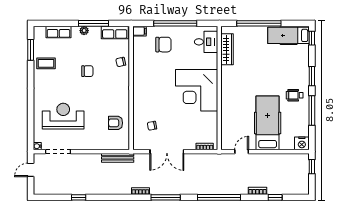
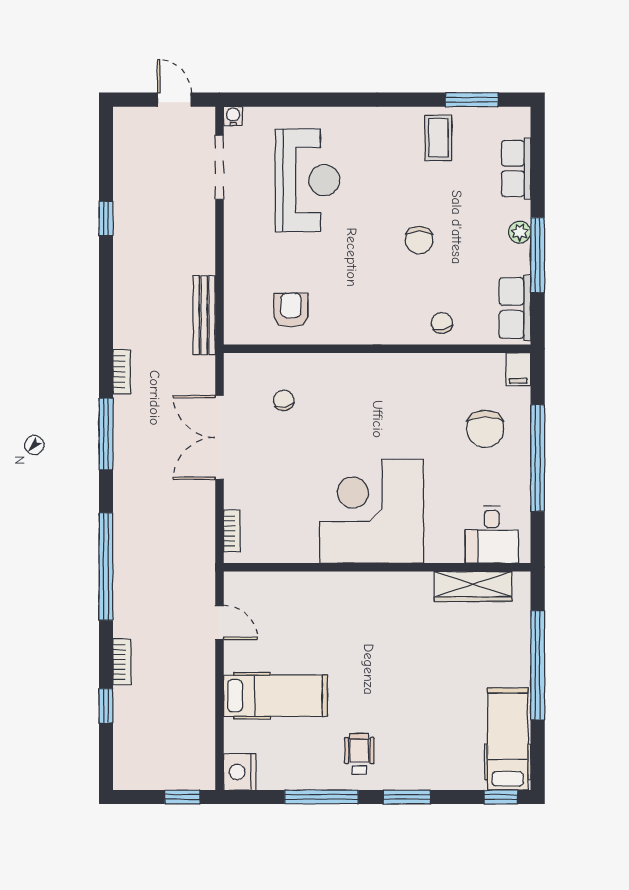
hospital bed: (268, 123) -> (275, 696), width x0.73, depth x0.78

